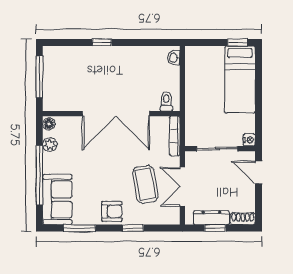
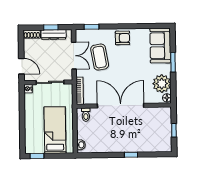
window: (39, 77) -> (174, 130), width x0.46
bed: (240, 80) -> (55, 130), moved
plant: (50, 145) -> (162, 84), width x1.87, depth x1.87
window: (39, 175) -> (173, 62), width x0.47
armchair: (112, 211) -> (122, 38), turned 180
window: (79, 228) -> (145, 26), removed
window: (133, 228) -> (91, 27), moved

